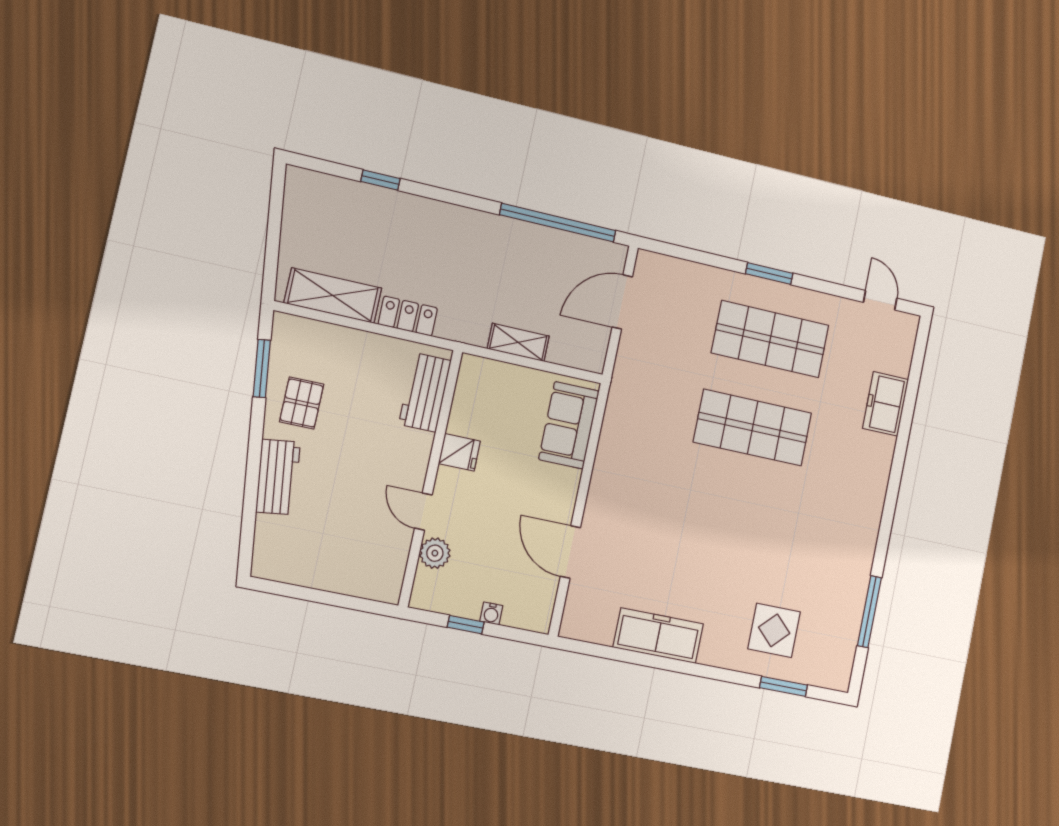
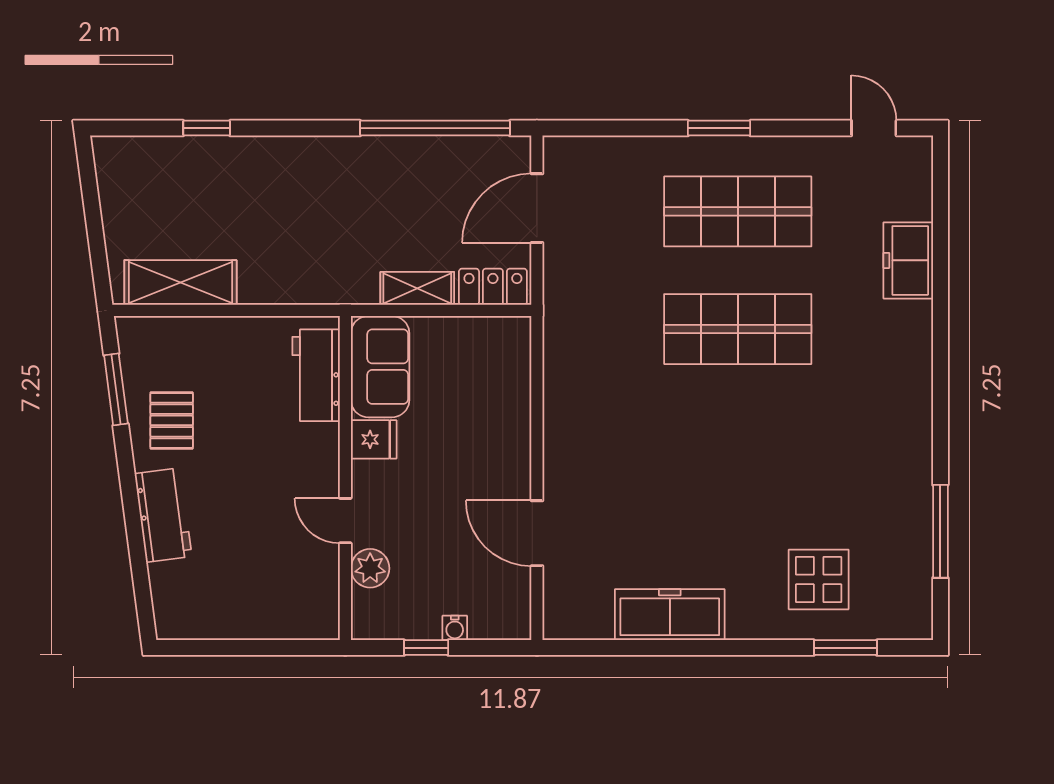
locker: (408, 316) -> (493, 287), moved
sofa: (569, 425) -> (380, 367), moved, turned 180

